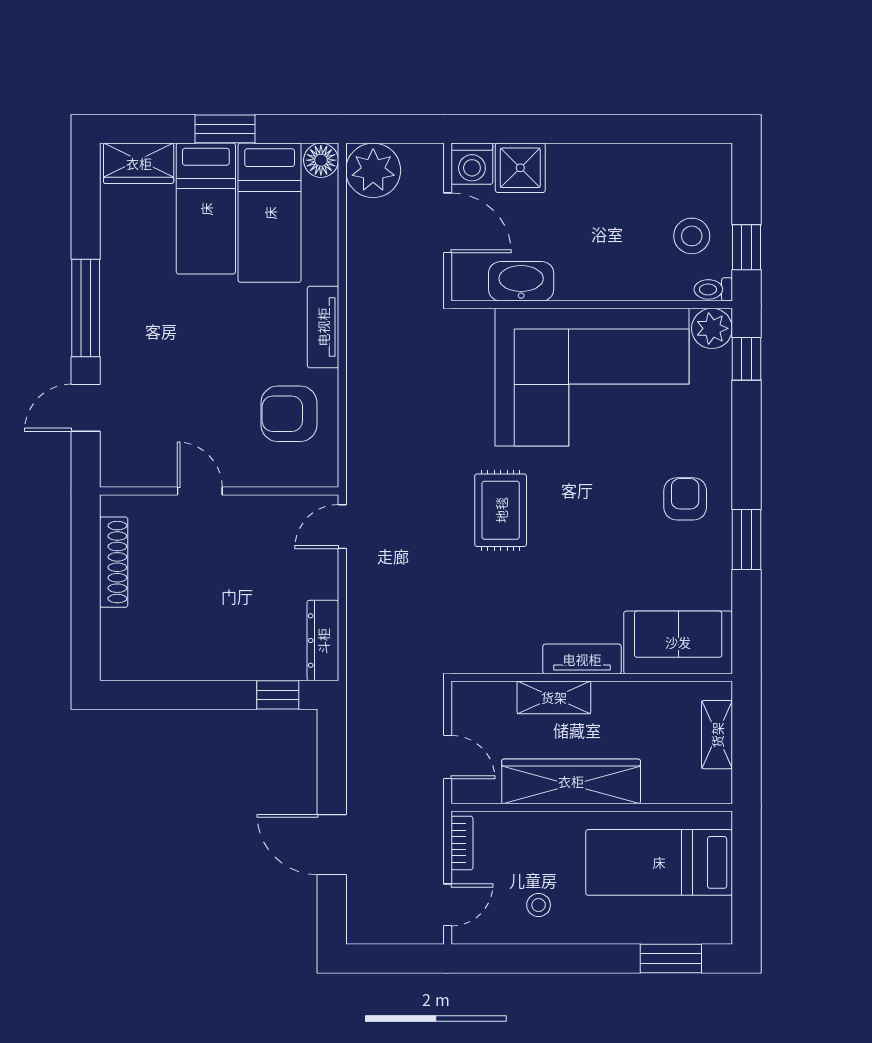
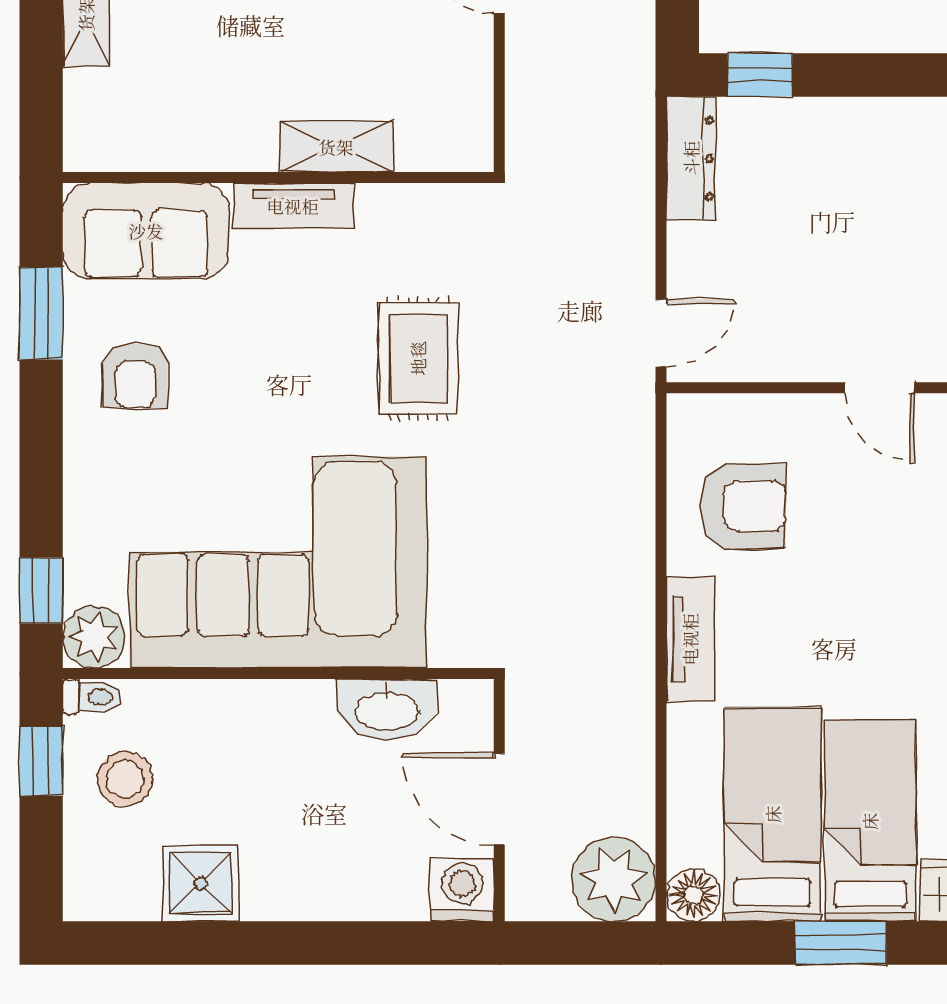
shower: (520, 168) -> (200, 883), moved
sofa: (678, 642) -> (146, 231), moved
tv unit: (582, 659) -> (293, 206), moved
wall: (592, 677) -> (278, 177), moved
shelving: (554, 697) -> (336, 147), moved

